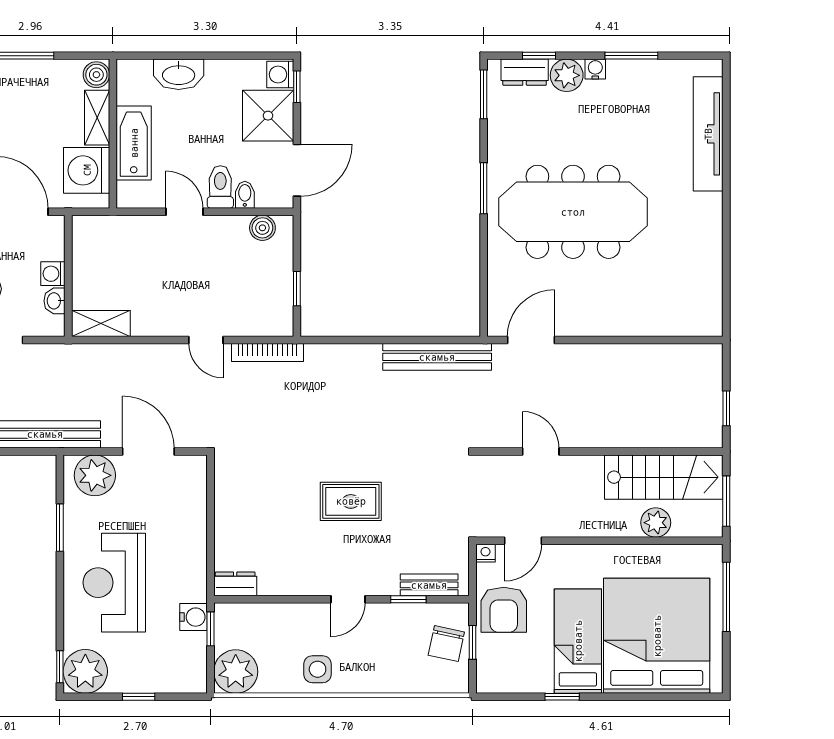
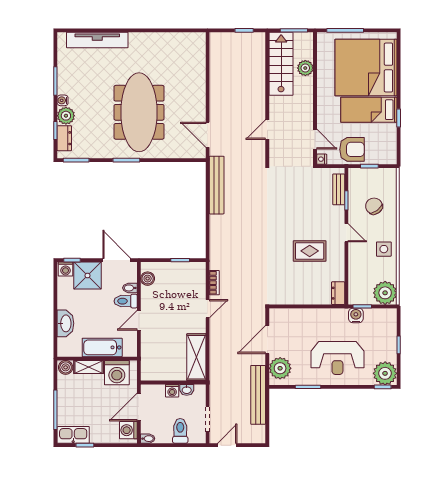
shelving: (101, 323) -> (196, 357), width x1.50, depth x1.33
bookcase: (267, 352) -> (214, 283), width x0.64
rug: (351, 501) -> (310, 251), moved, turned 90
chair: (446, 644) -> (374, 206), moved, turned -138

